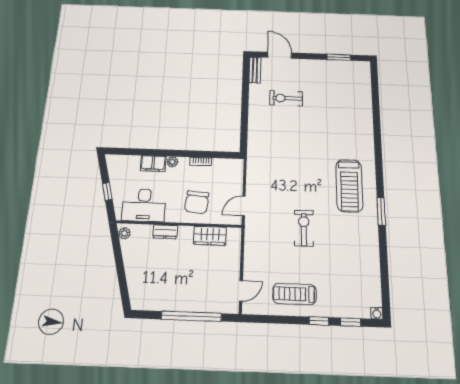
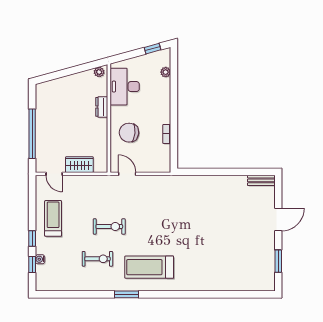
door: (280, 55) -> (278, 219), moved
exercise bike: (286, 98) -> (97, 259), moved, turned 90
plant: (172, 162) -> (166, 72), moved
filing cabinet: (153, 164) -> (163, 91), removed
window: (107, 191) -> (153, 49), moved
wardrobe: (210, 236) -> (79, 165), moved, turned 90
water cooler: (377, 313) -> (40, 259), moved

